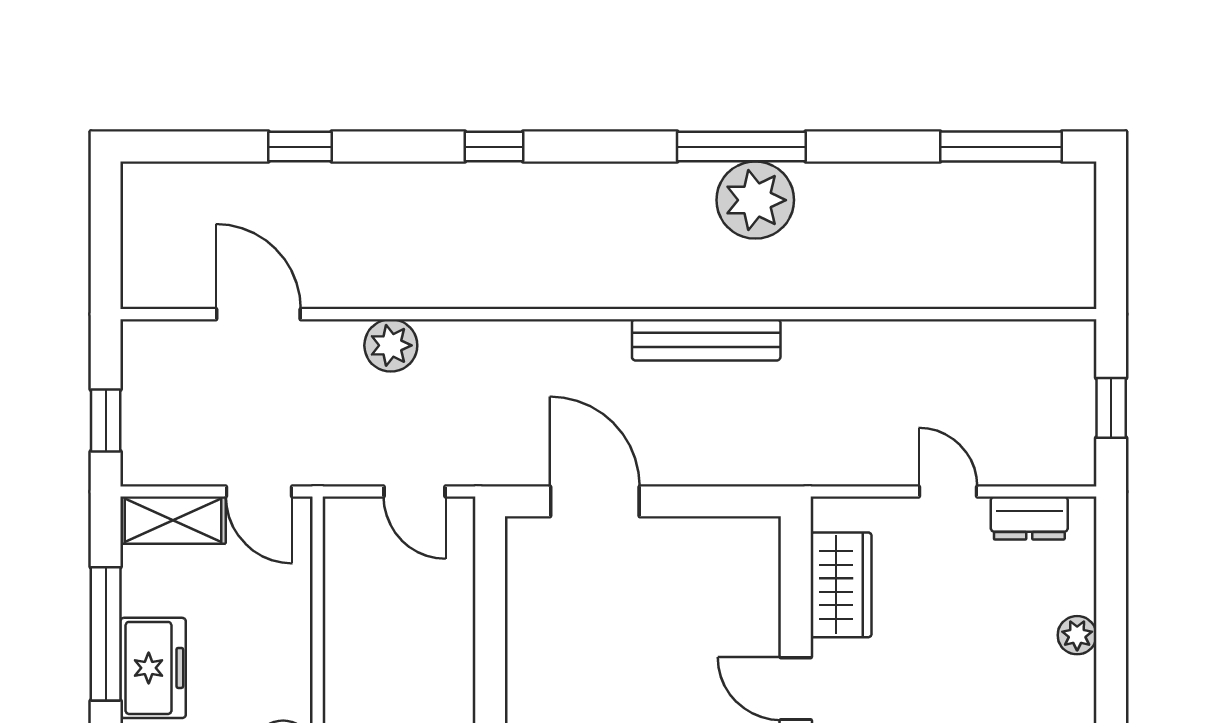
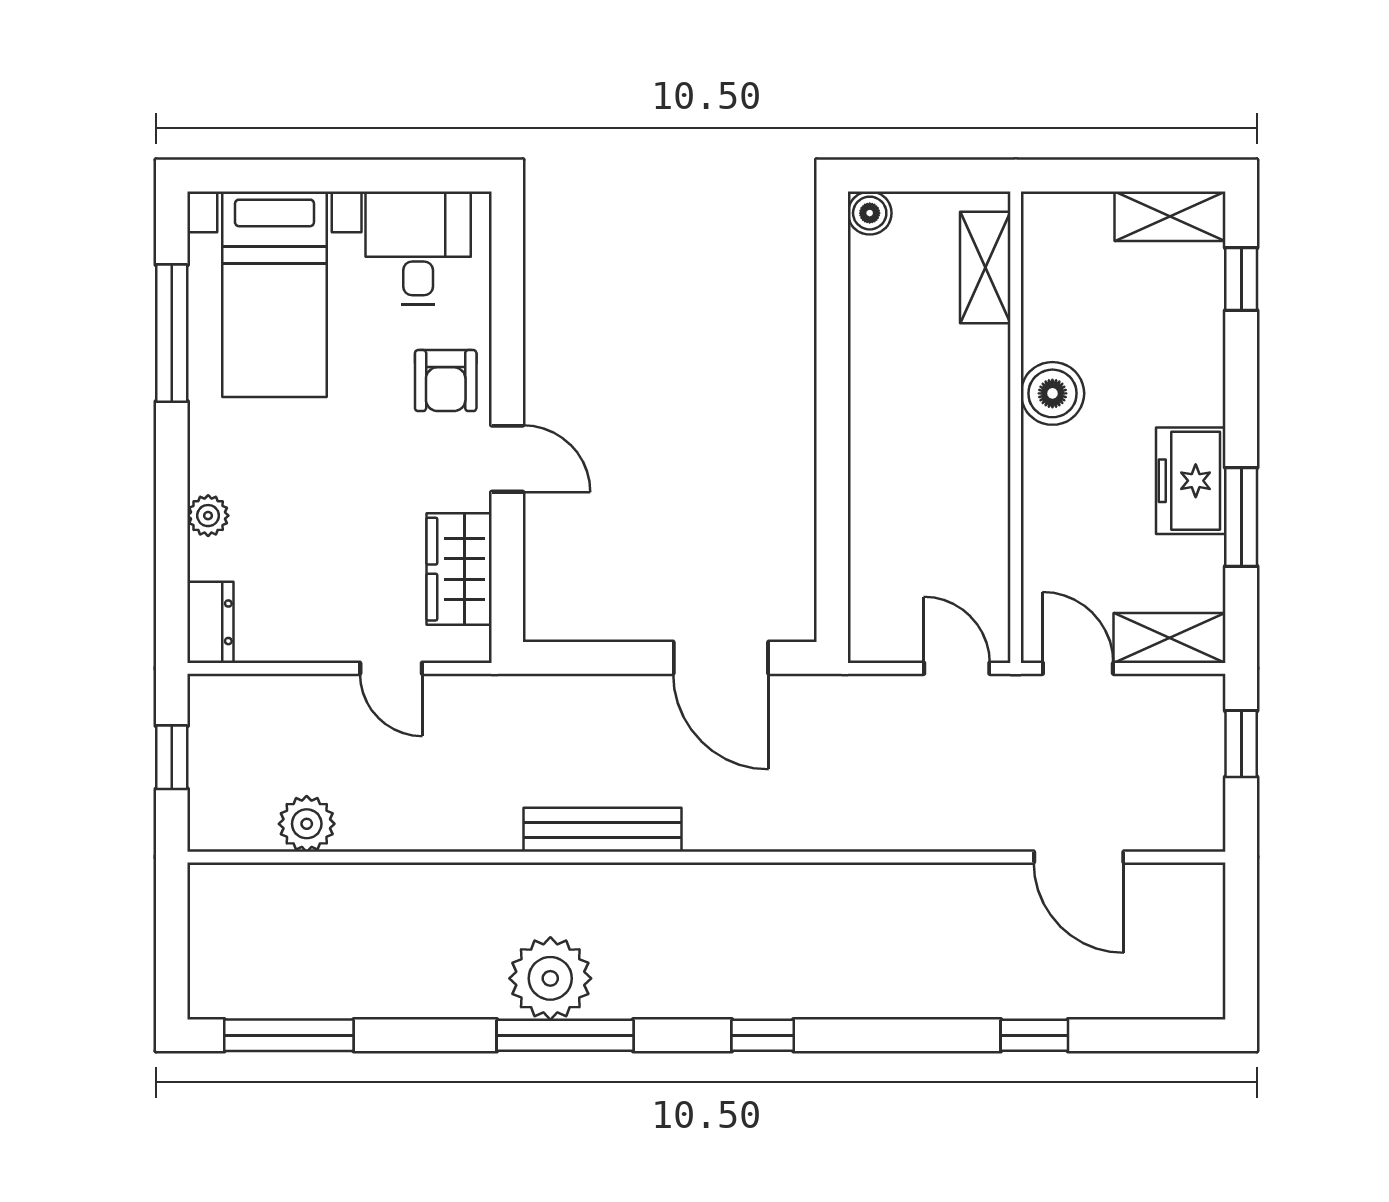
window: (494, 147) -> (763, 1035), moved
plant: (391, 345) -> (307, 824), moved
door: (415, 492) -> (957, 668), moved
door: (948, 492) -> (391, 668), moved
dresser: (1029, 518) -> (210, 622), moved, turned 90
window: (106, 634) -> (1241, 517), width x0.69

